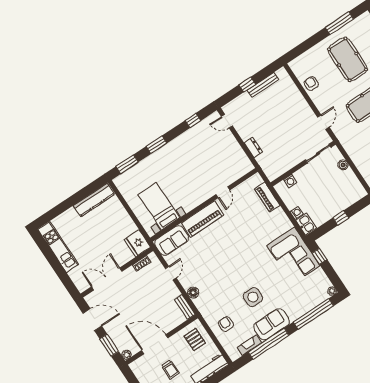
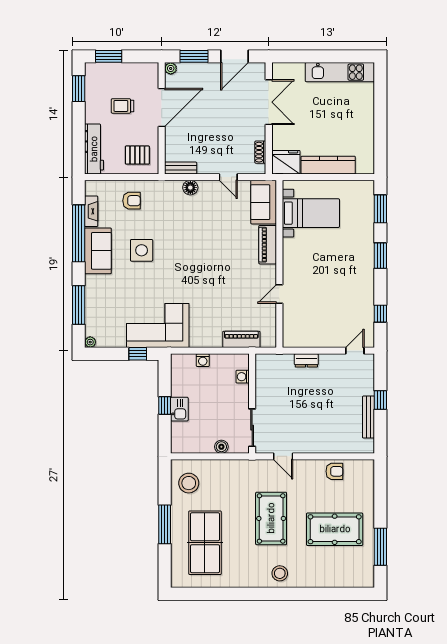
door: (223, 192) -> (279, 294), hinge flipped
kitchen counter: (94, 200) -> (328, 165), moved, turned 90
piano: (202, 219) -> (268, 245), width x0.73, depth x0.75
kitchen sink: (306, 224) -> (179, 409), moved, turned -90
window: (314, 314) -> (79, 305), width x0.68

